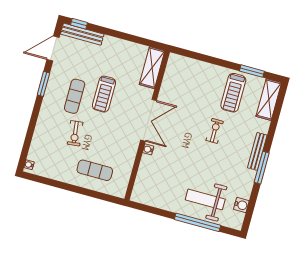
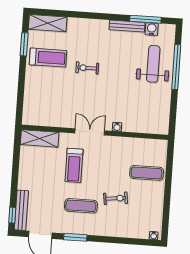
treadmill: (104, 94) -> (74, 165), moved, turned 90
double door: (149, 120) -> (90, 132), width x0.73
bench: (257, 151) -> (127, 26), moved
window: (262, 168) -> (145, 19), moved
exercise mat: (95, 170) -> (147, 173), turned 90
weight bench: (205, 199) -> (153, 64), turned 180

